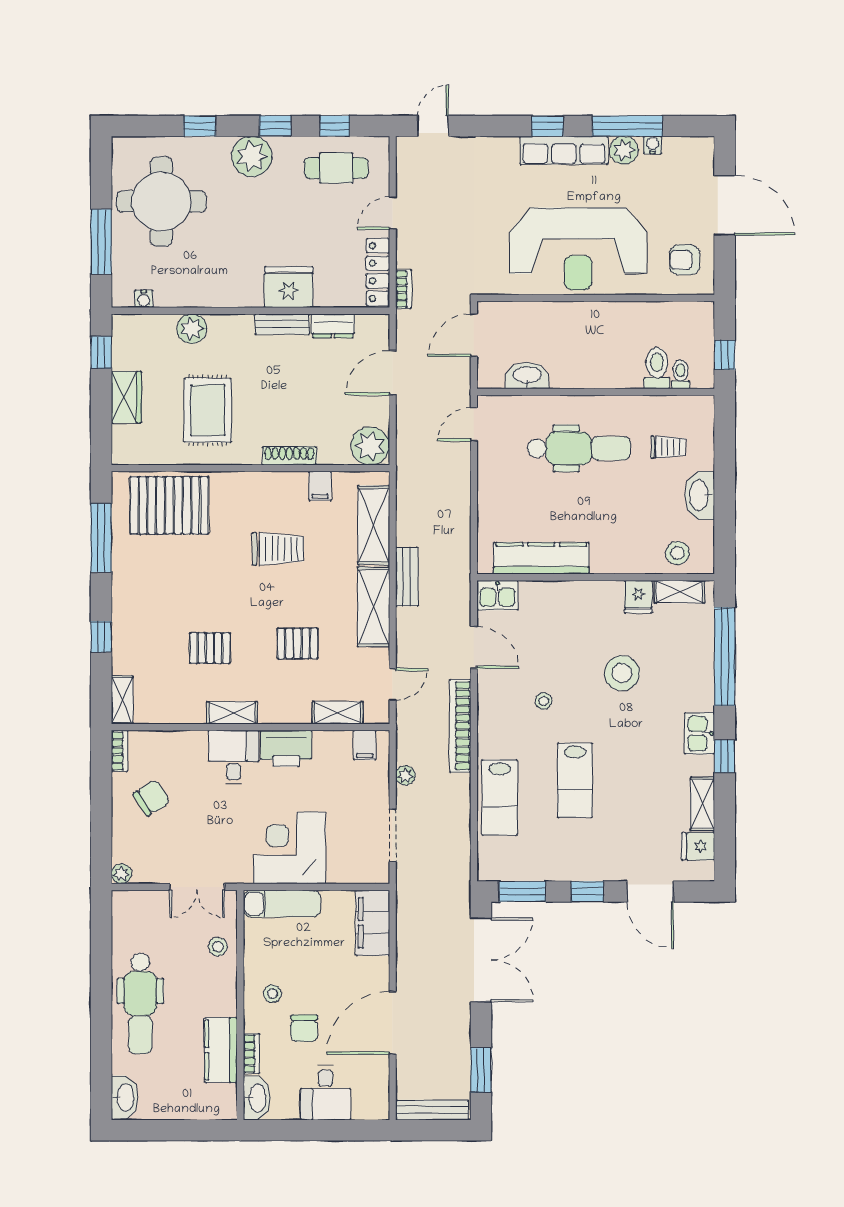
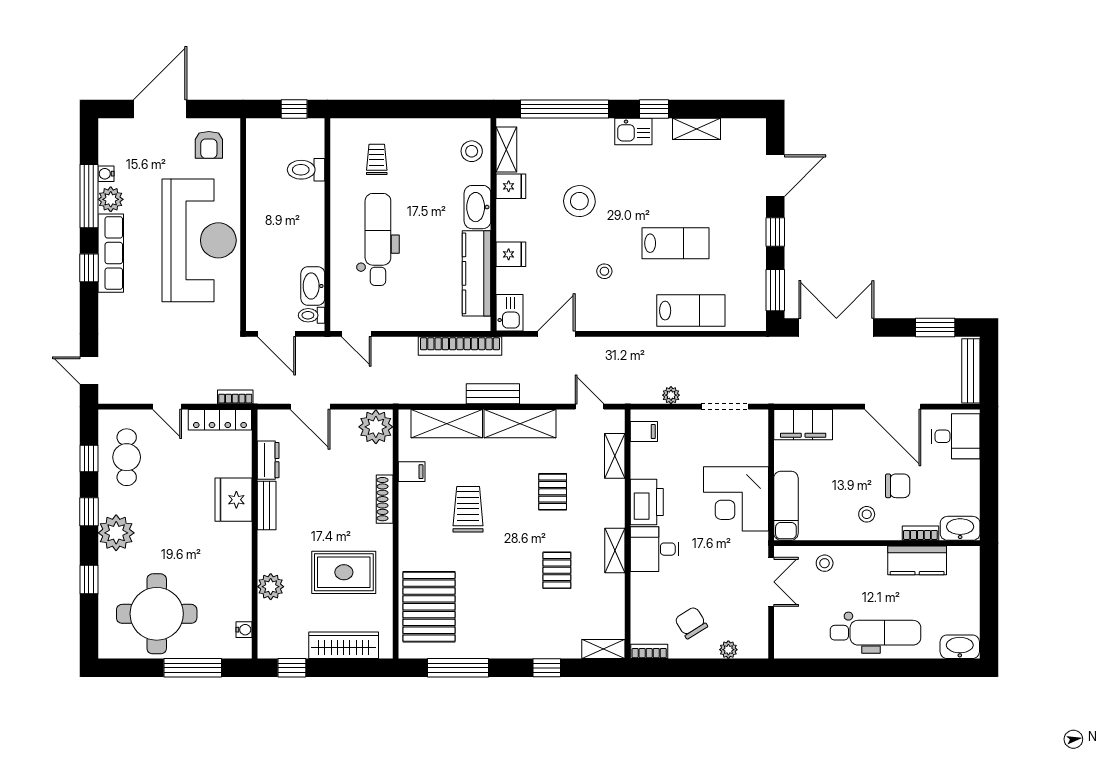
toilet: (681, 374) -> (312, 315), moved
wardrobe: (126, 397) -> (344, 645), width x1.50
washbasin: (700, 495) -> (477, 207), moved, turned 90
bookcase: (460, 726) -> (460, 346), moved
fridge: (698, 846) -> (511, 254), moved, turned -90
plant: (121, 874) -> (728, 650), moved
desk: (326, 1093) -> (956, 436), moved

